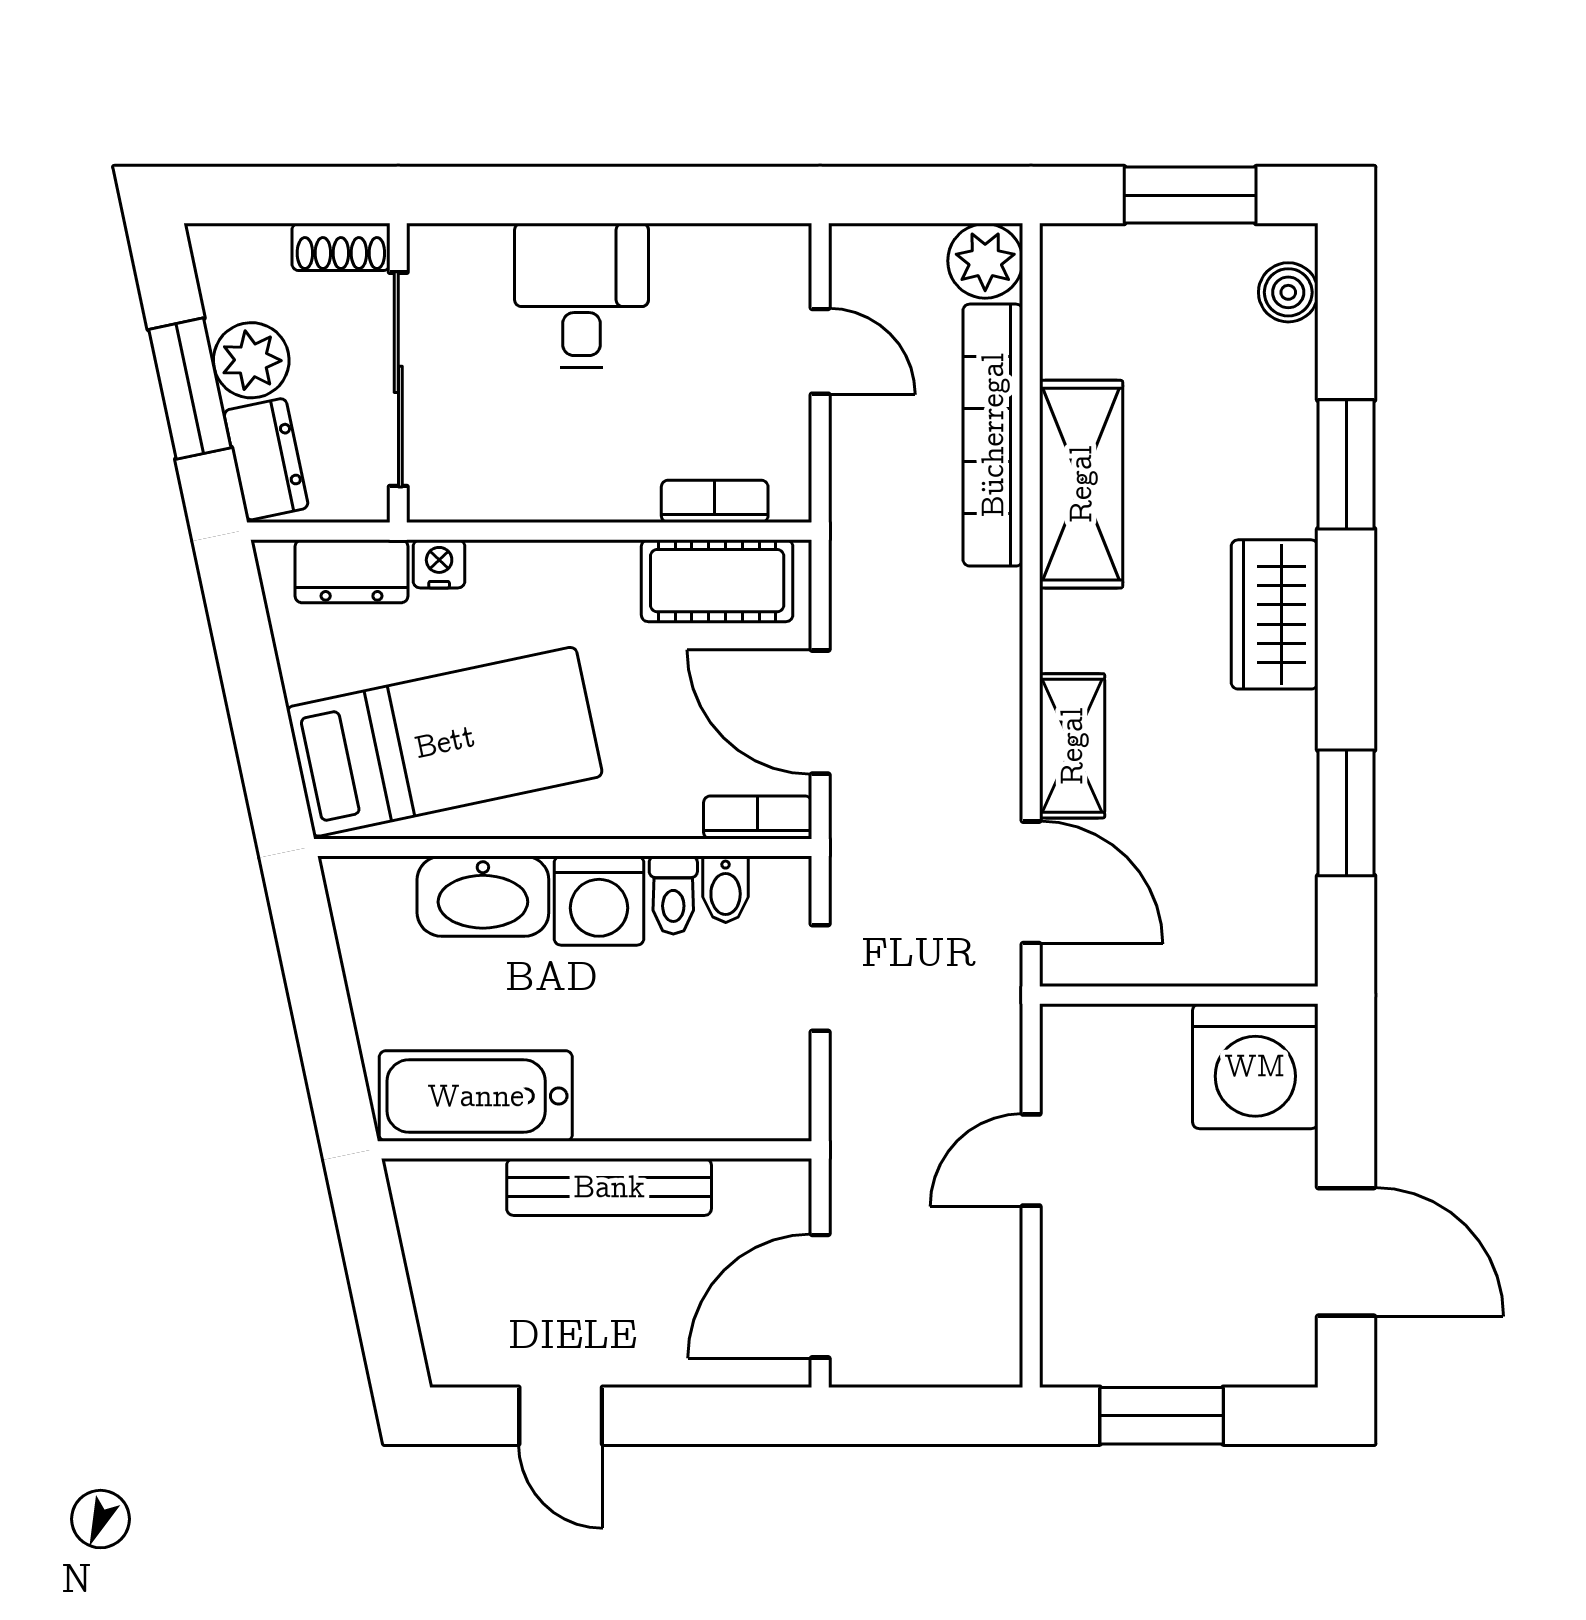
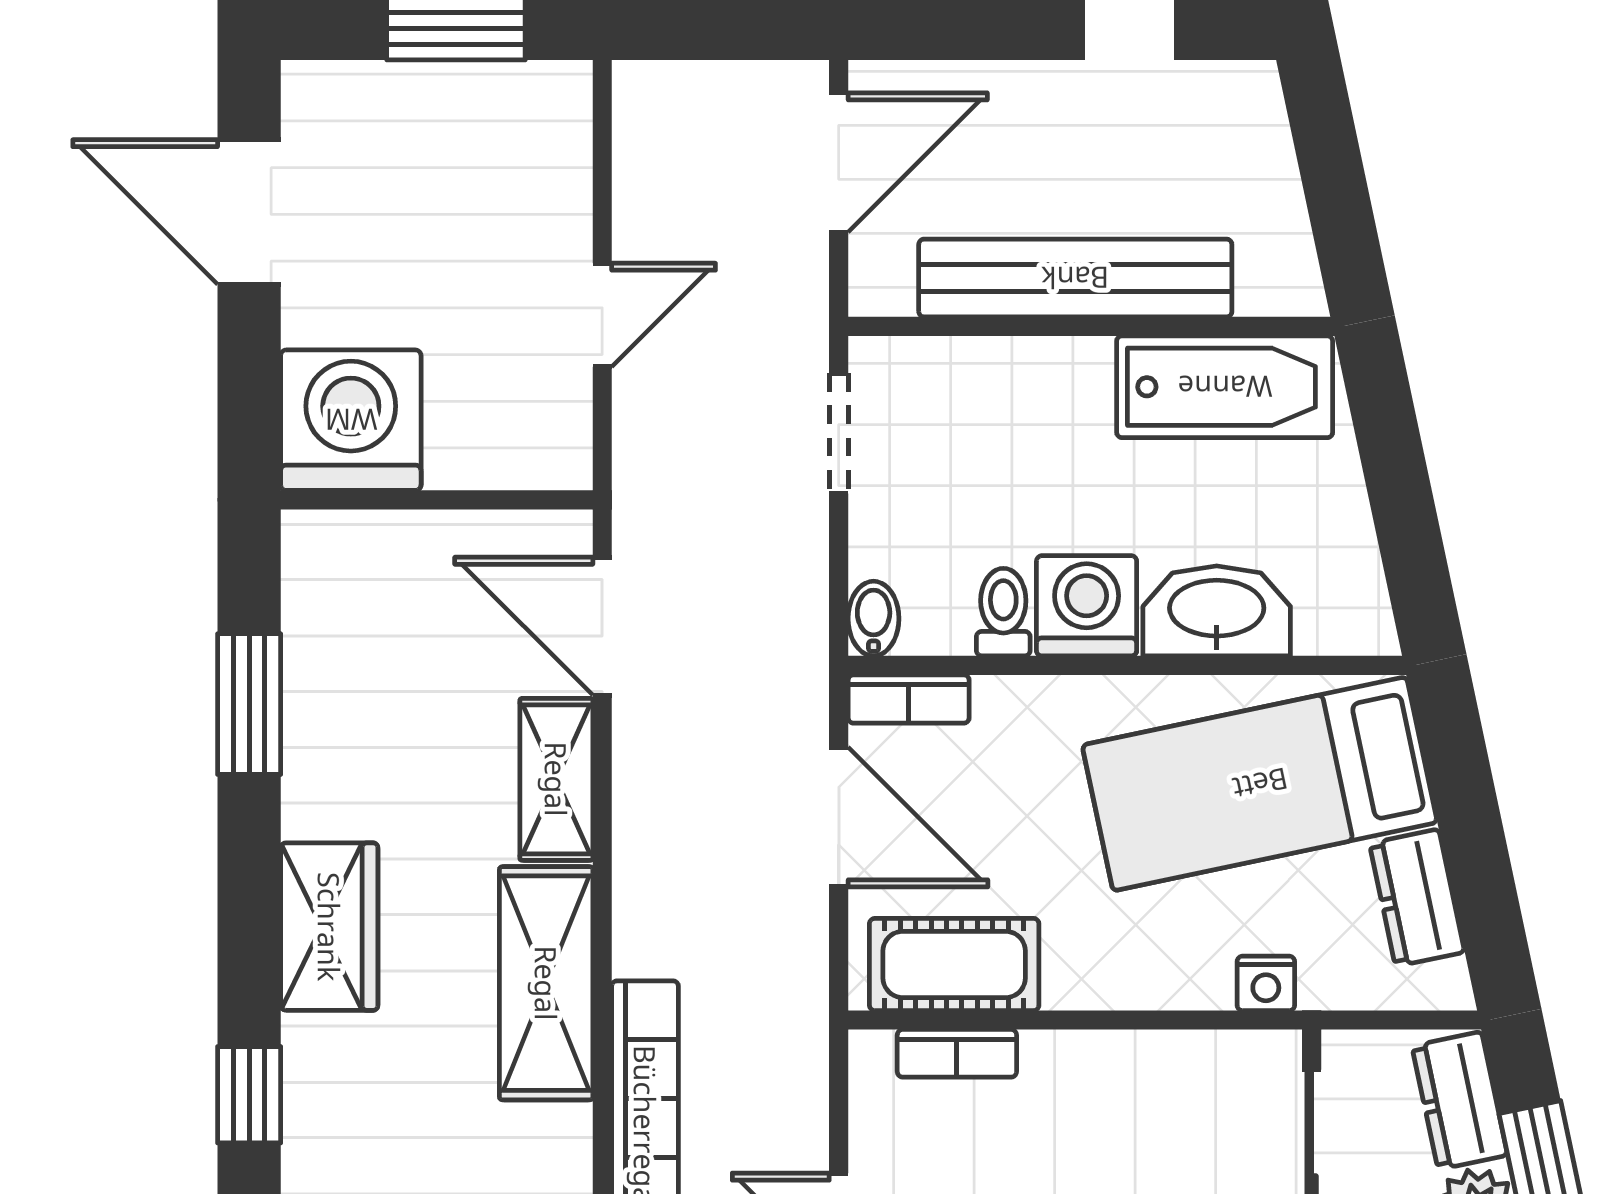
window: (1346, 464) -> (249, 1095), width x0.67
shelving: (1081, 484) -> (546, 983), moved
dresser: (352, 571) -> (1417, 898), moved, turned -102
bidet: (726, 889) -> (874, 619), moved
doorway: (820, 978) -> (839, 433), moved
bench: (609, 1187) -> (1075, 278), width x1.37, depth x1.21

